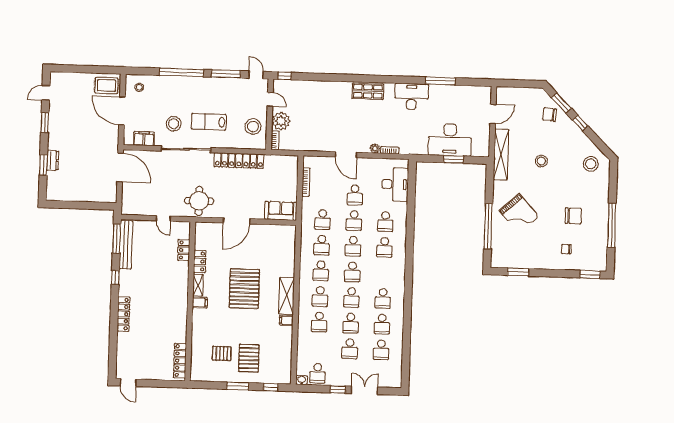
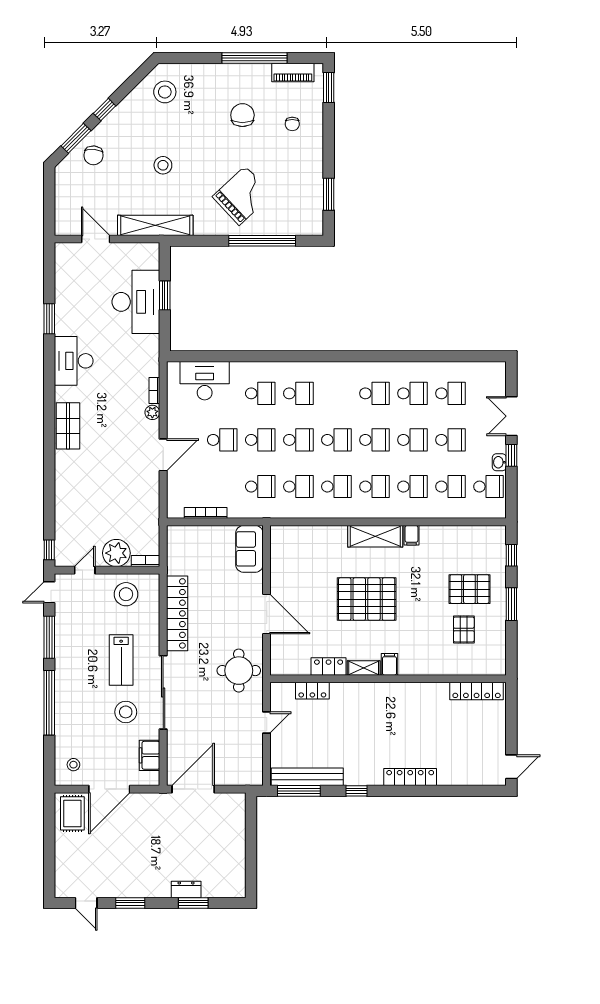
window: (440, 81) -> (49, 319), width x0.69
piano: (601, 251) -> (293, 72), added
school desk: (318, 348) -> (450, 487), added
washbasin: (302, 380) -> (499, 462), moved

